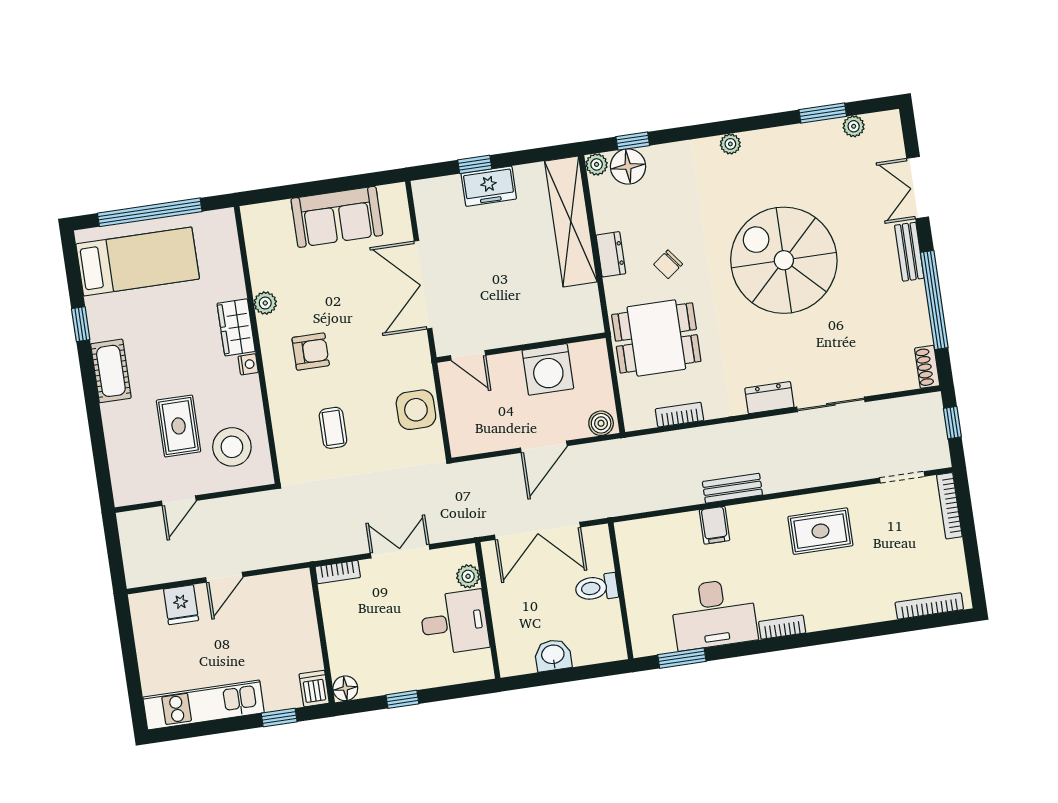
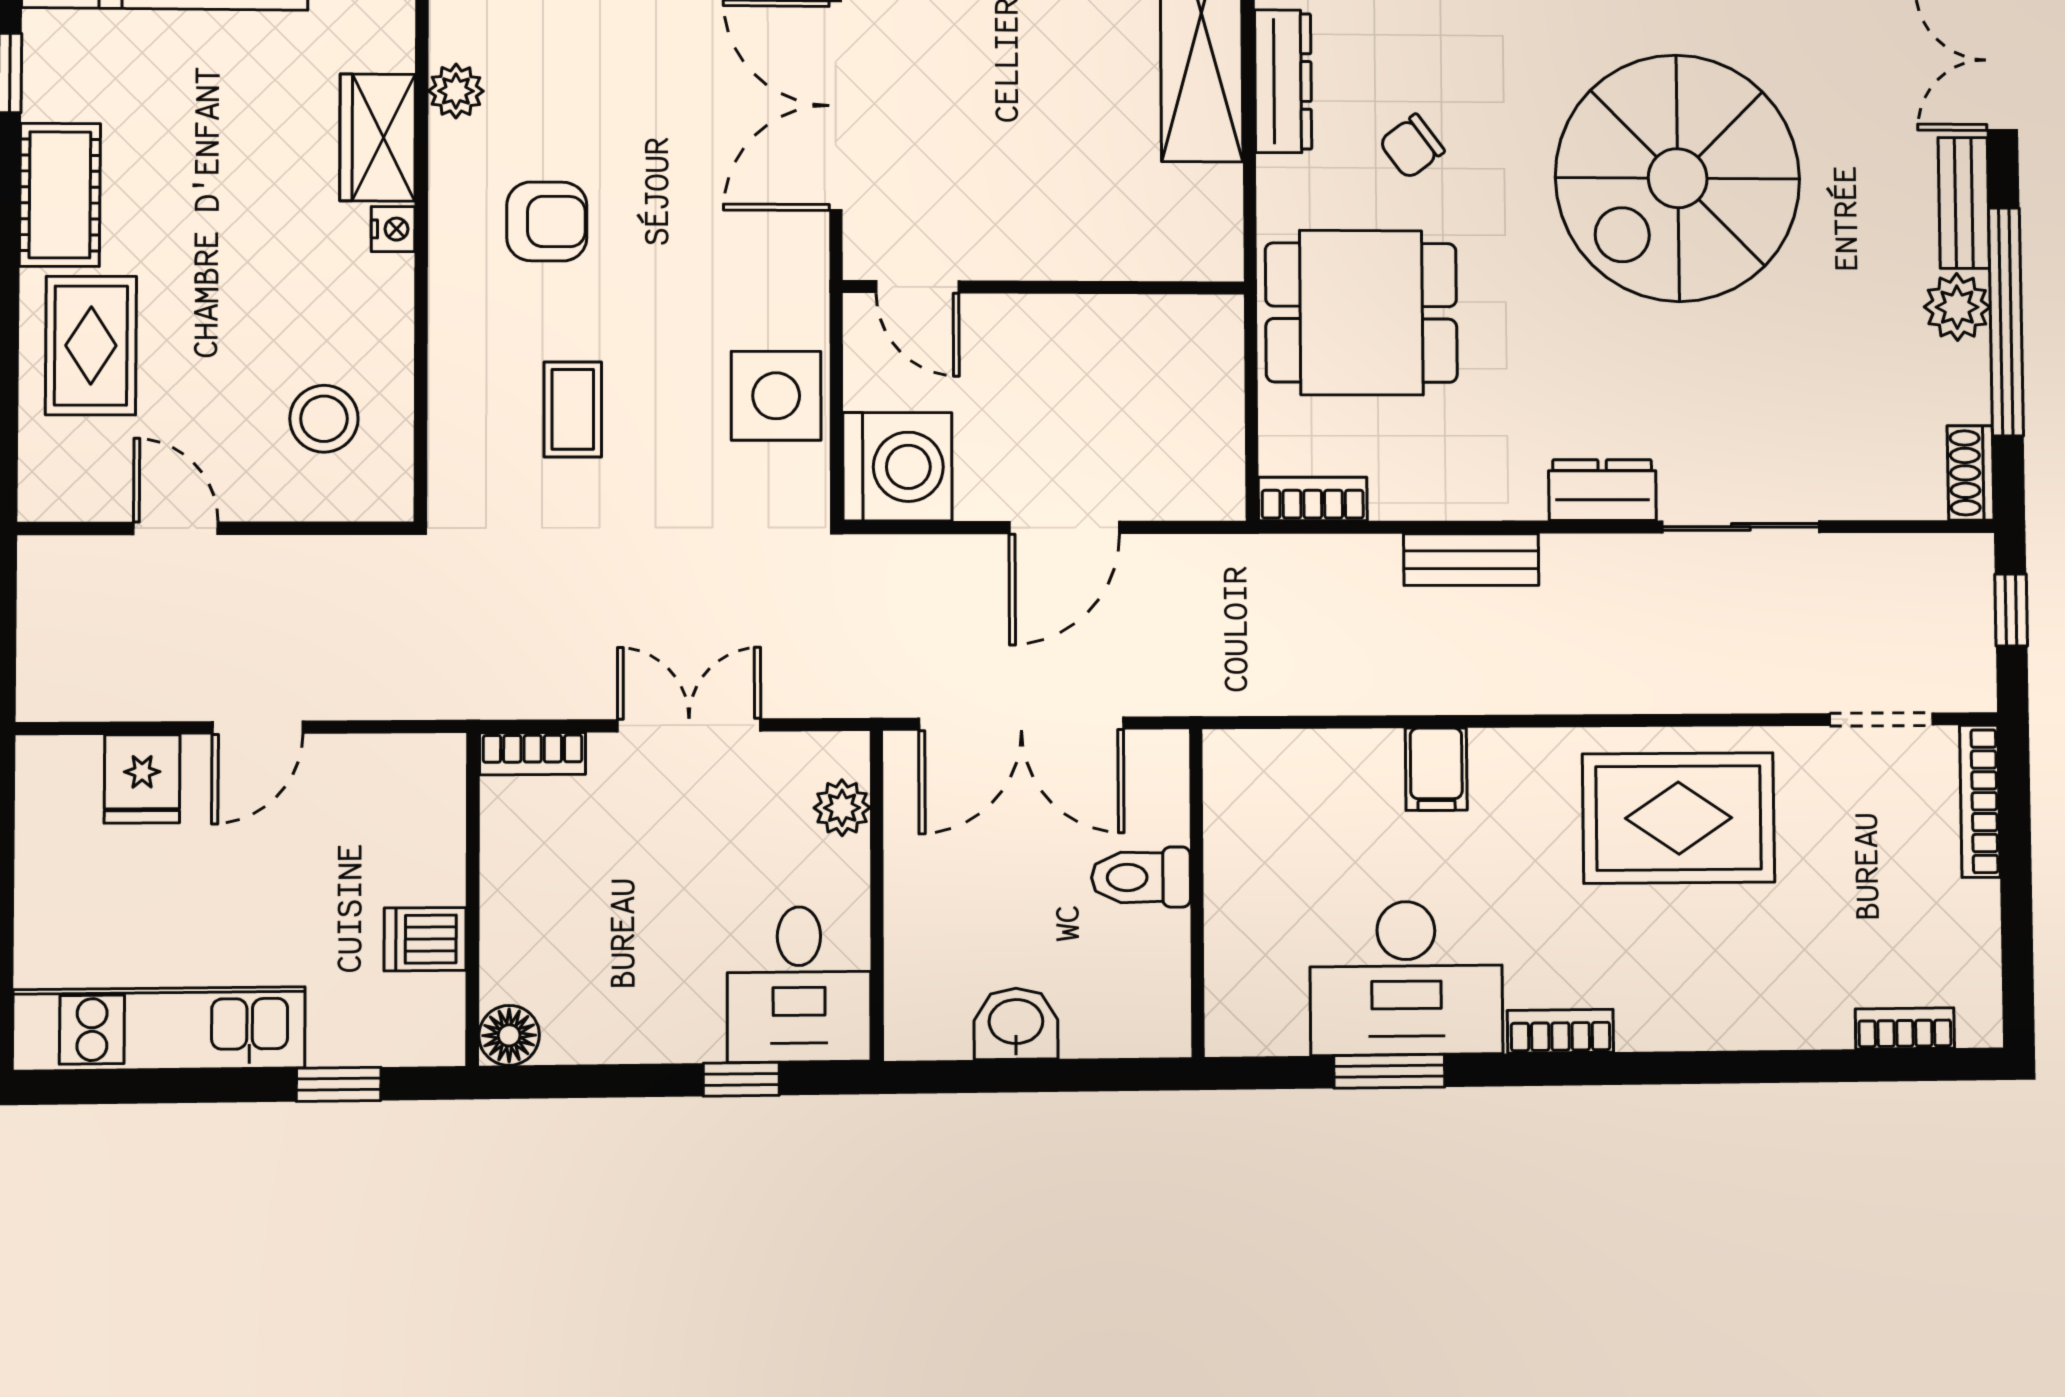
dresser: (611, 254) -> (1283, 81), width x1.44
spiral stairs: (784, 260) -> (1678, 178), turned -90
plant: (912, 297) -> (1957, 307), added
washing machine: (548, 369) -> (897, 467), moved, turned -90
bookcase: (679, 415) -> (1313, 499), moved
boiler: (601, 423) -> (1206, 492), removed
rug: (179, 426) -> (91, 346), moved
stool: (232, 447) -> (324, 419), width x0.73, depth x0.73
bench: (732, 488) -> (1471, 560), moved
door: (179, 501) -> (176, 528), swing flipped
rug: (820, 531) -> (1679, 818), width x1.36, depth x1.43
bookcase: (929, 606) -> (1905, 1028), width x0.64
desk: (454, 622) -> (799, 984), moved, turned 90
window: (682, 658) -> (1389, 1071), moved
dishwasher: (314, 689) -> (425, 939), moved, turned -90
window: (402, 699) -> (741, 1079), moved

